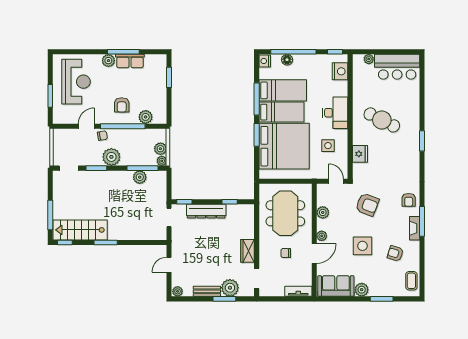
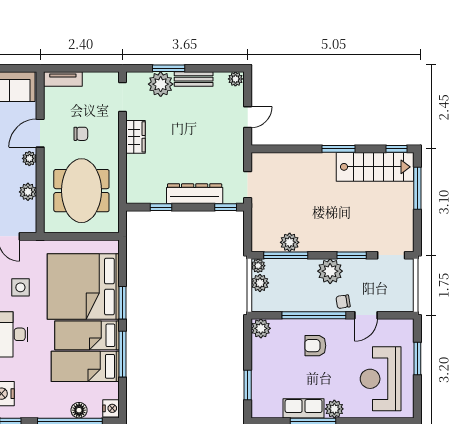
armchair: (122, 105) -> (315, 346), turned -90
plant: (146, 117) -> (261, 328), moved

